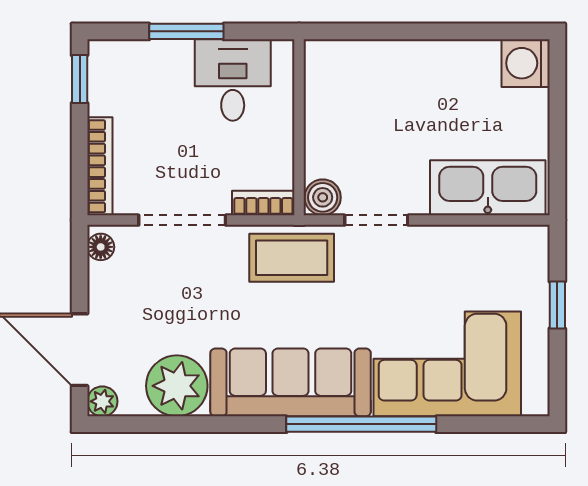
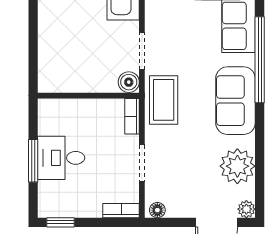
desk: (233, 80) -> (61, 158), moved
bookcase: (100, 166) -> (121, 211), width x0.64
doorway: (182, 220) -> (142, 163), width x0.73
sofa: (291, 382) -> (235, 101), width x0.73

